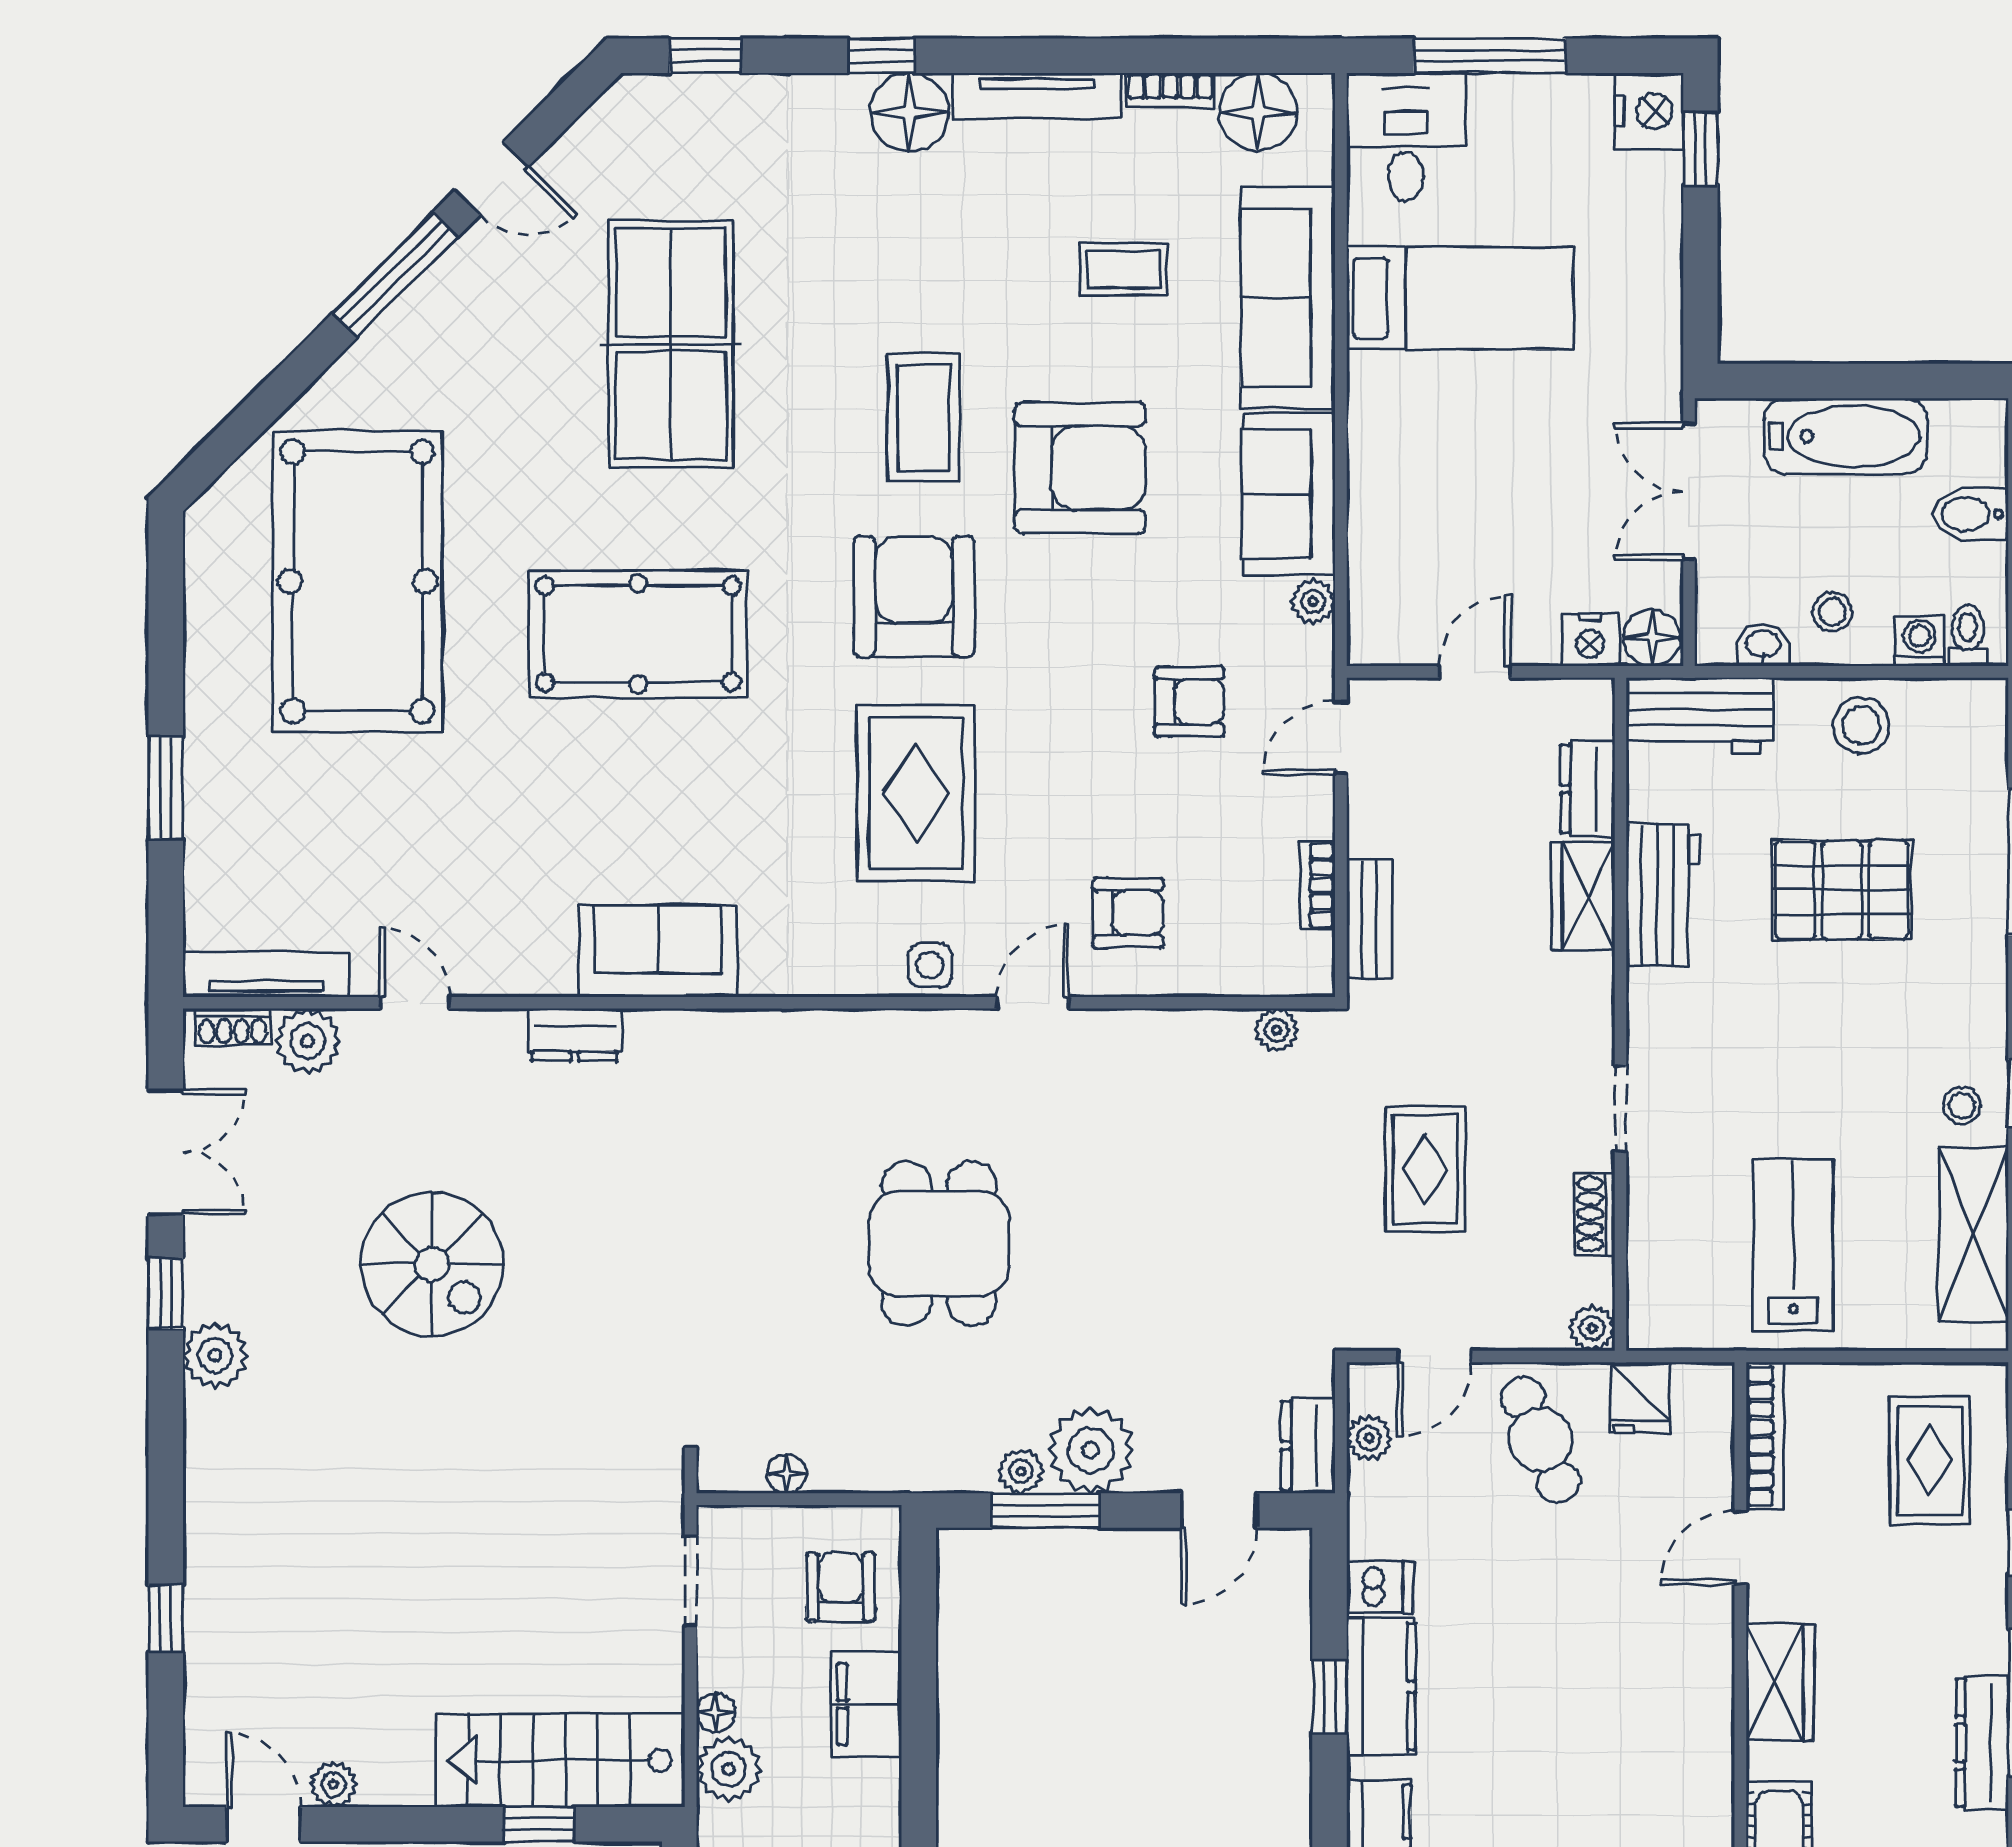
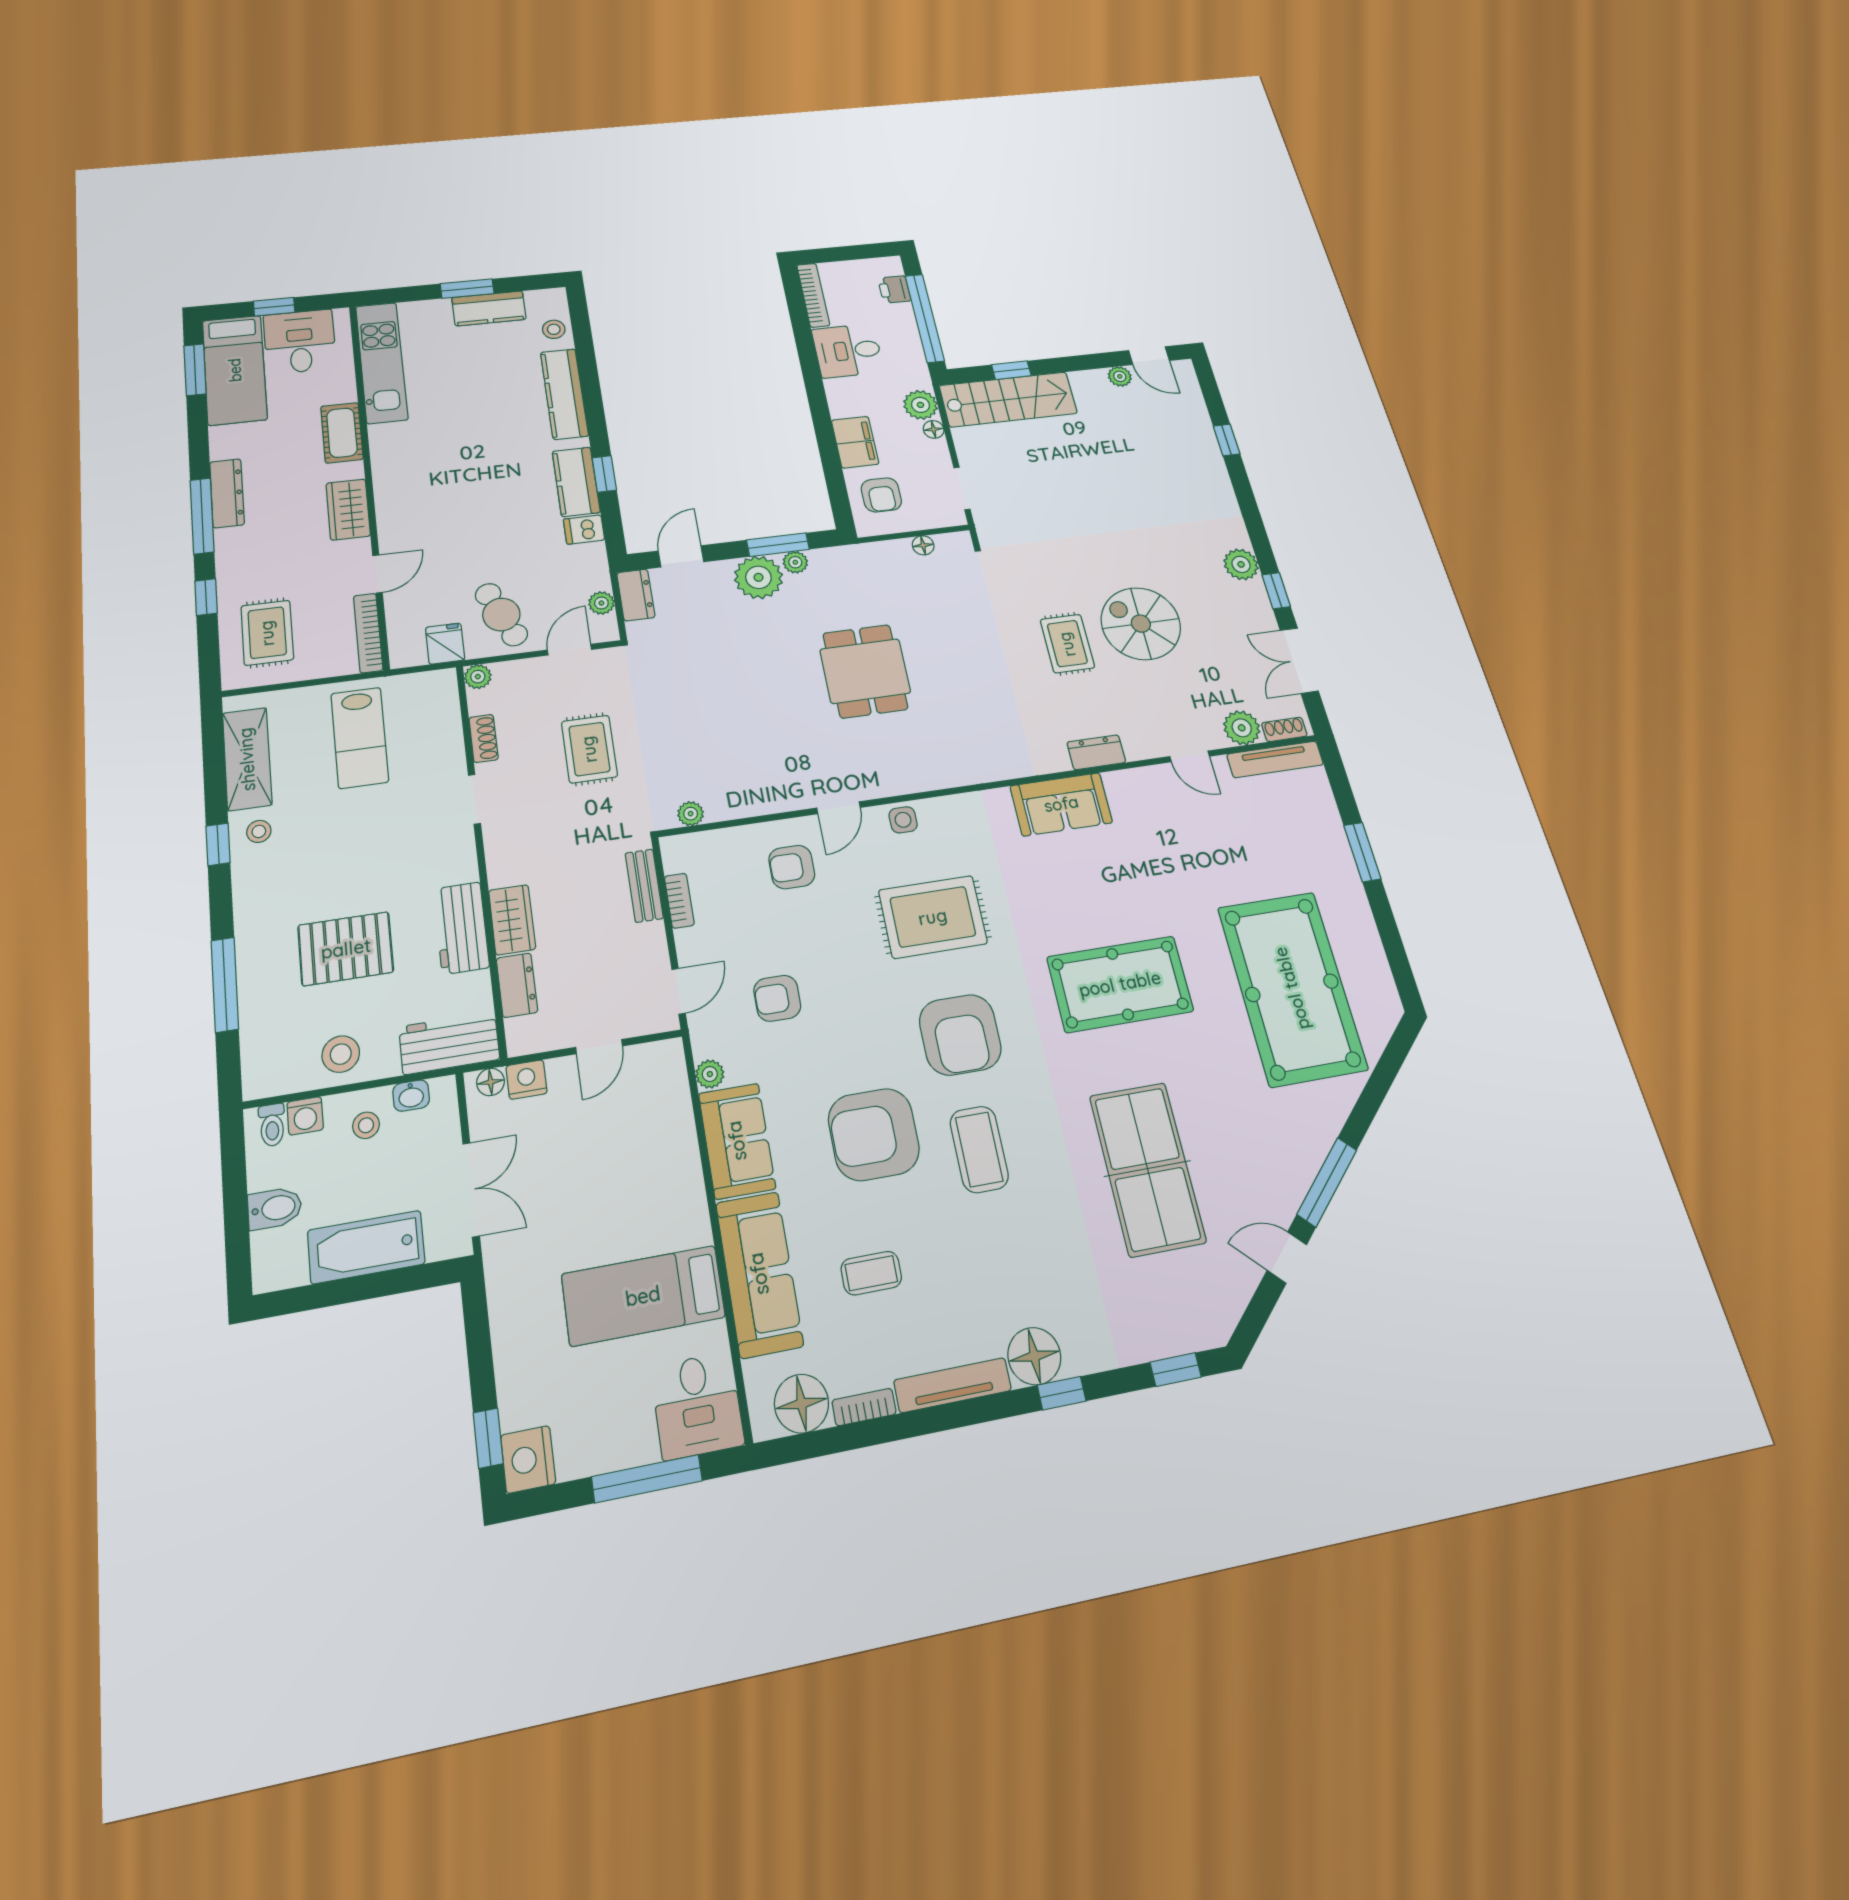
floor lamp: (1652, 638) -> (491, 1082), width x0.73, depth x0.73
rug: (916, 793) -> (933, 917), turned 90
rug: (574, 1245) -> (1067, 644), added

